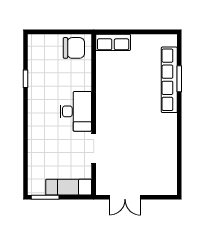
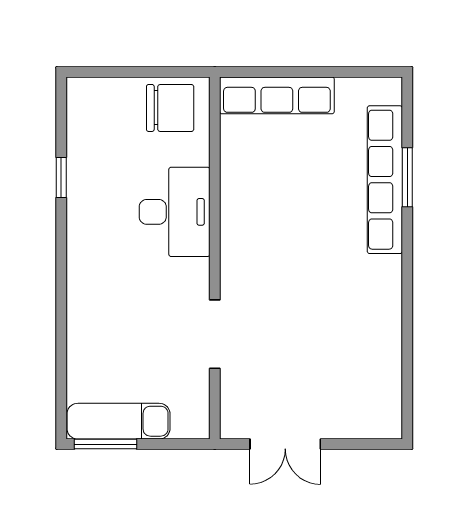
row of seats: (113, 42) -> (277, 95), width x1.48
desk: (76, 111) -> (175, 212), moved
exam couch: (69, 187) -> (118, 421), moved

